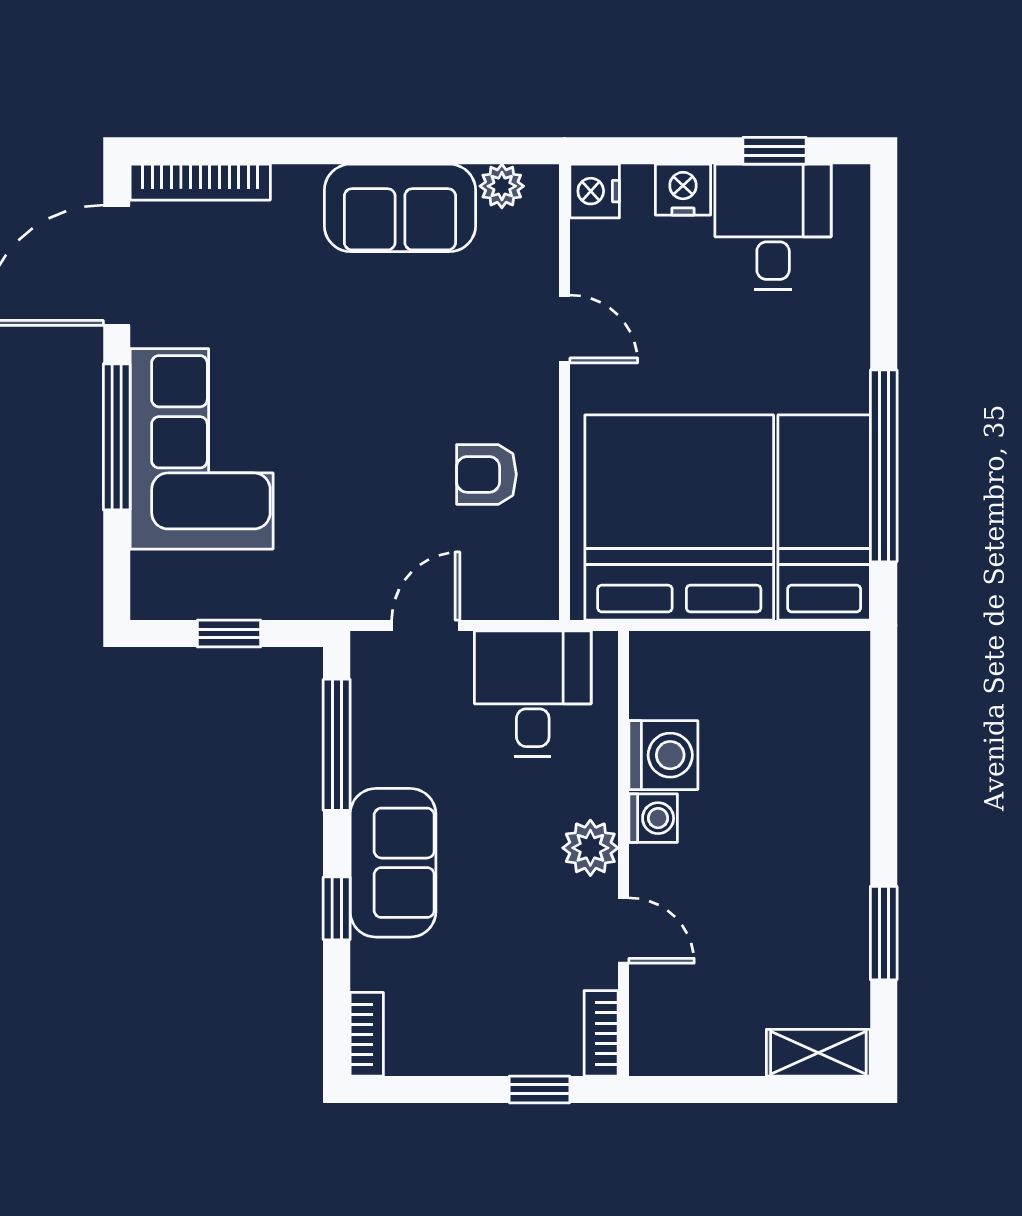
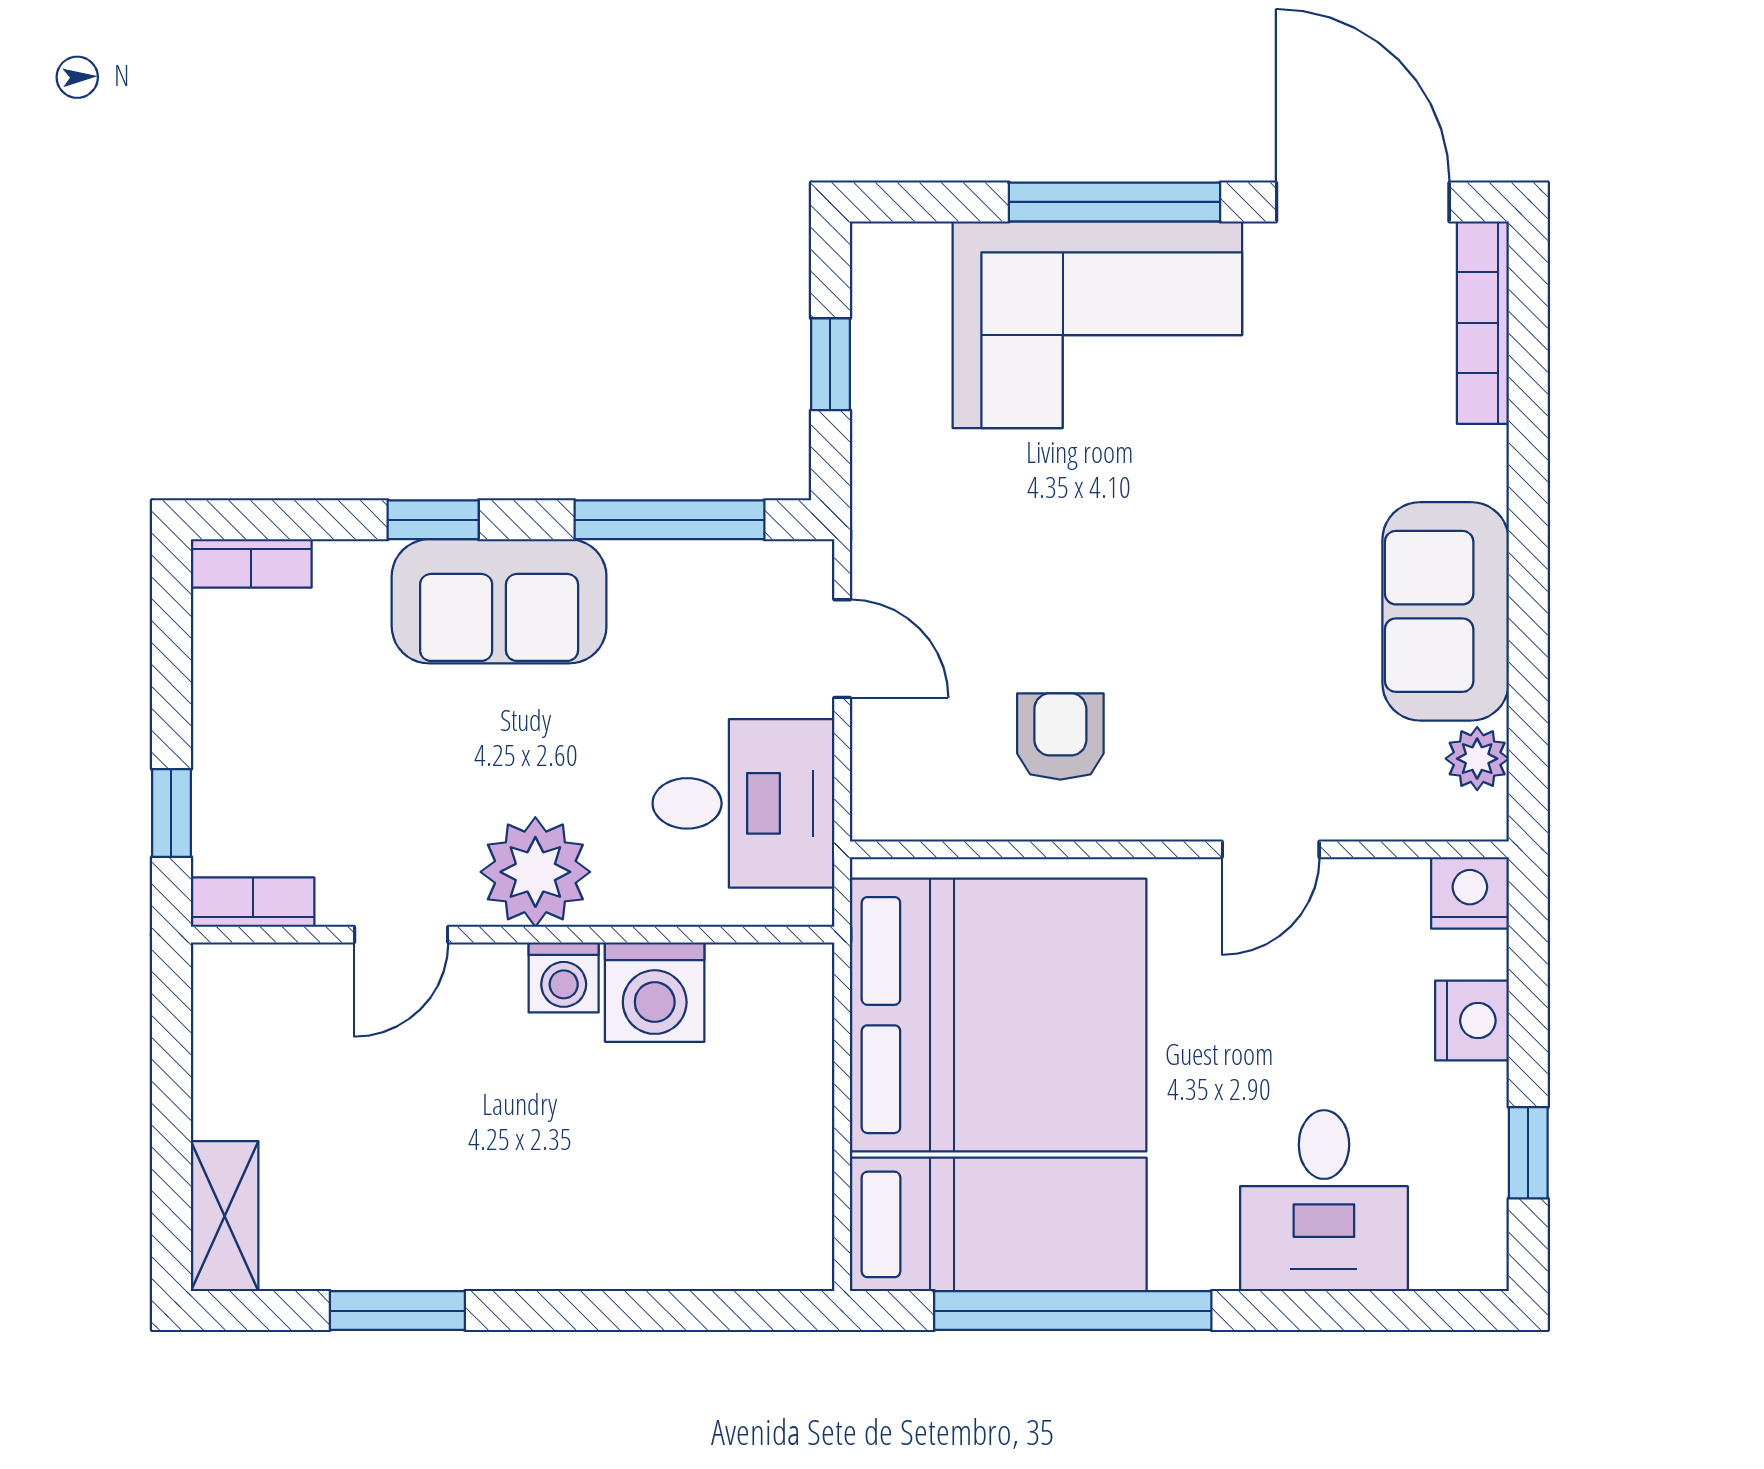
desk: (773, 227) -> (1324, 1201), moved, turned 90
plant: (590, 848) -> (535, 872), width x1.36, depth x1.36

